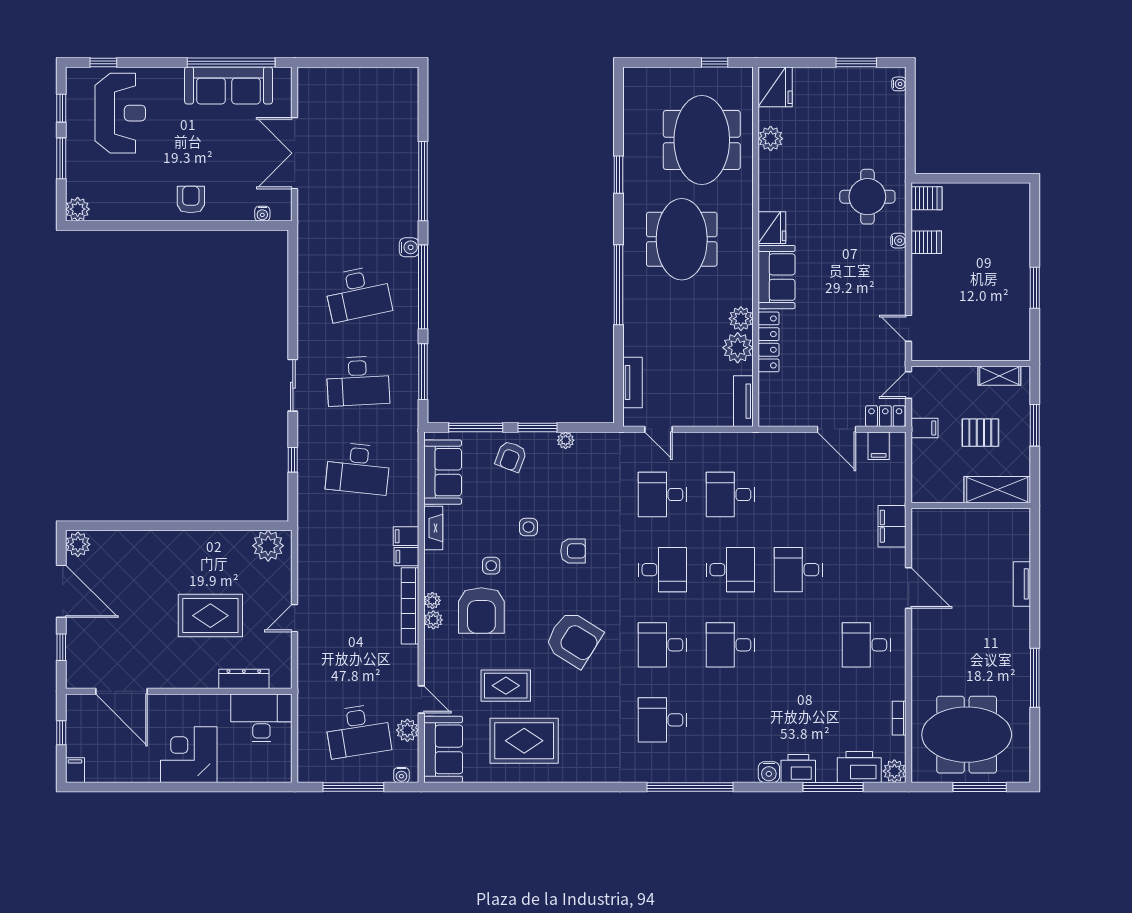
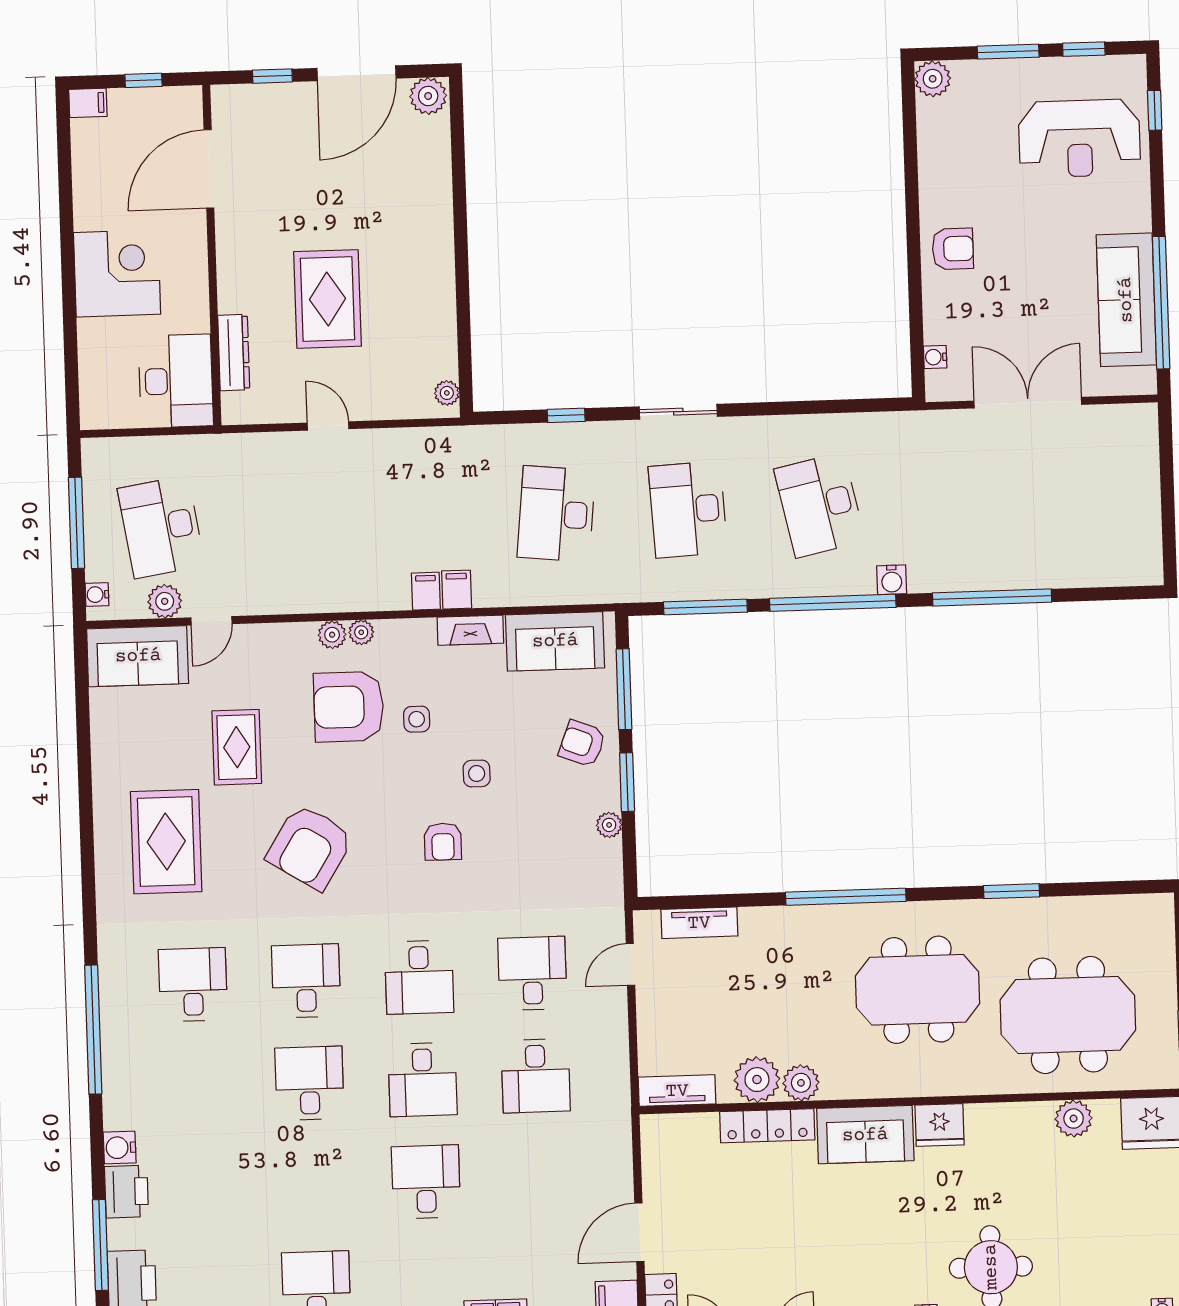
desk: (730, 494) -> (536, 1076), turned 180
plant: (268, 546) -> (447, 393), width x0.53, depth x0.53
bookcase: (410, 606) -> (352, 599), removed
rug: (524, 741) -> (166, 842), moved

